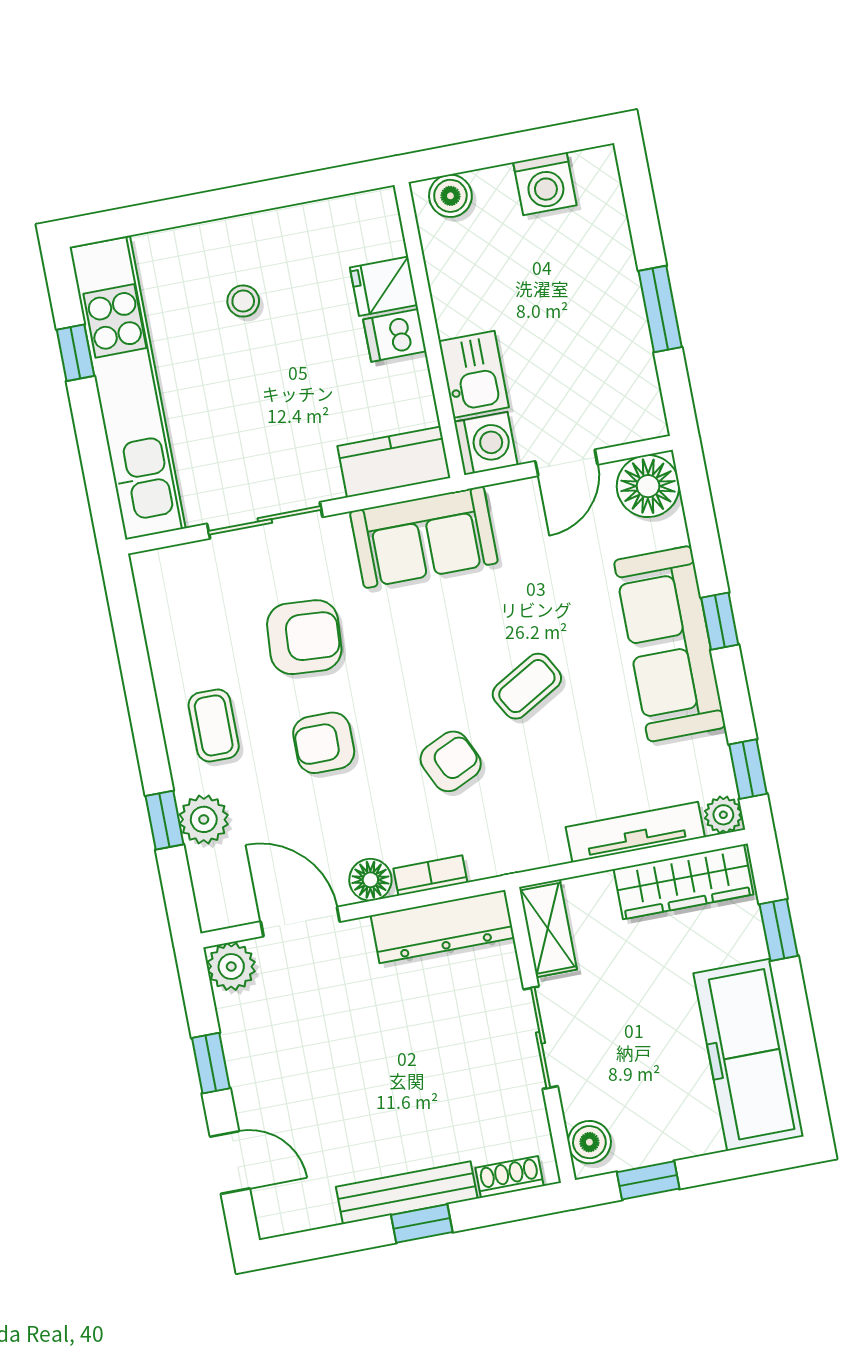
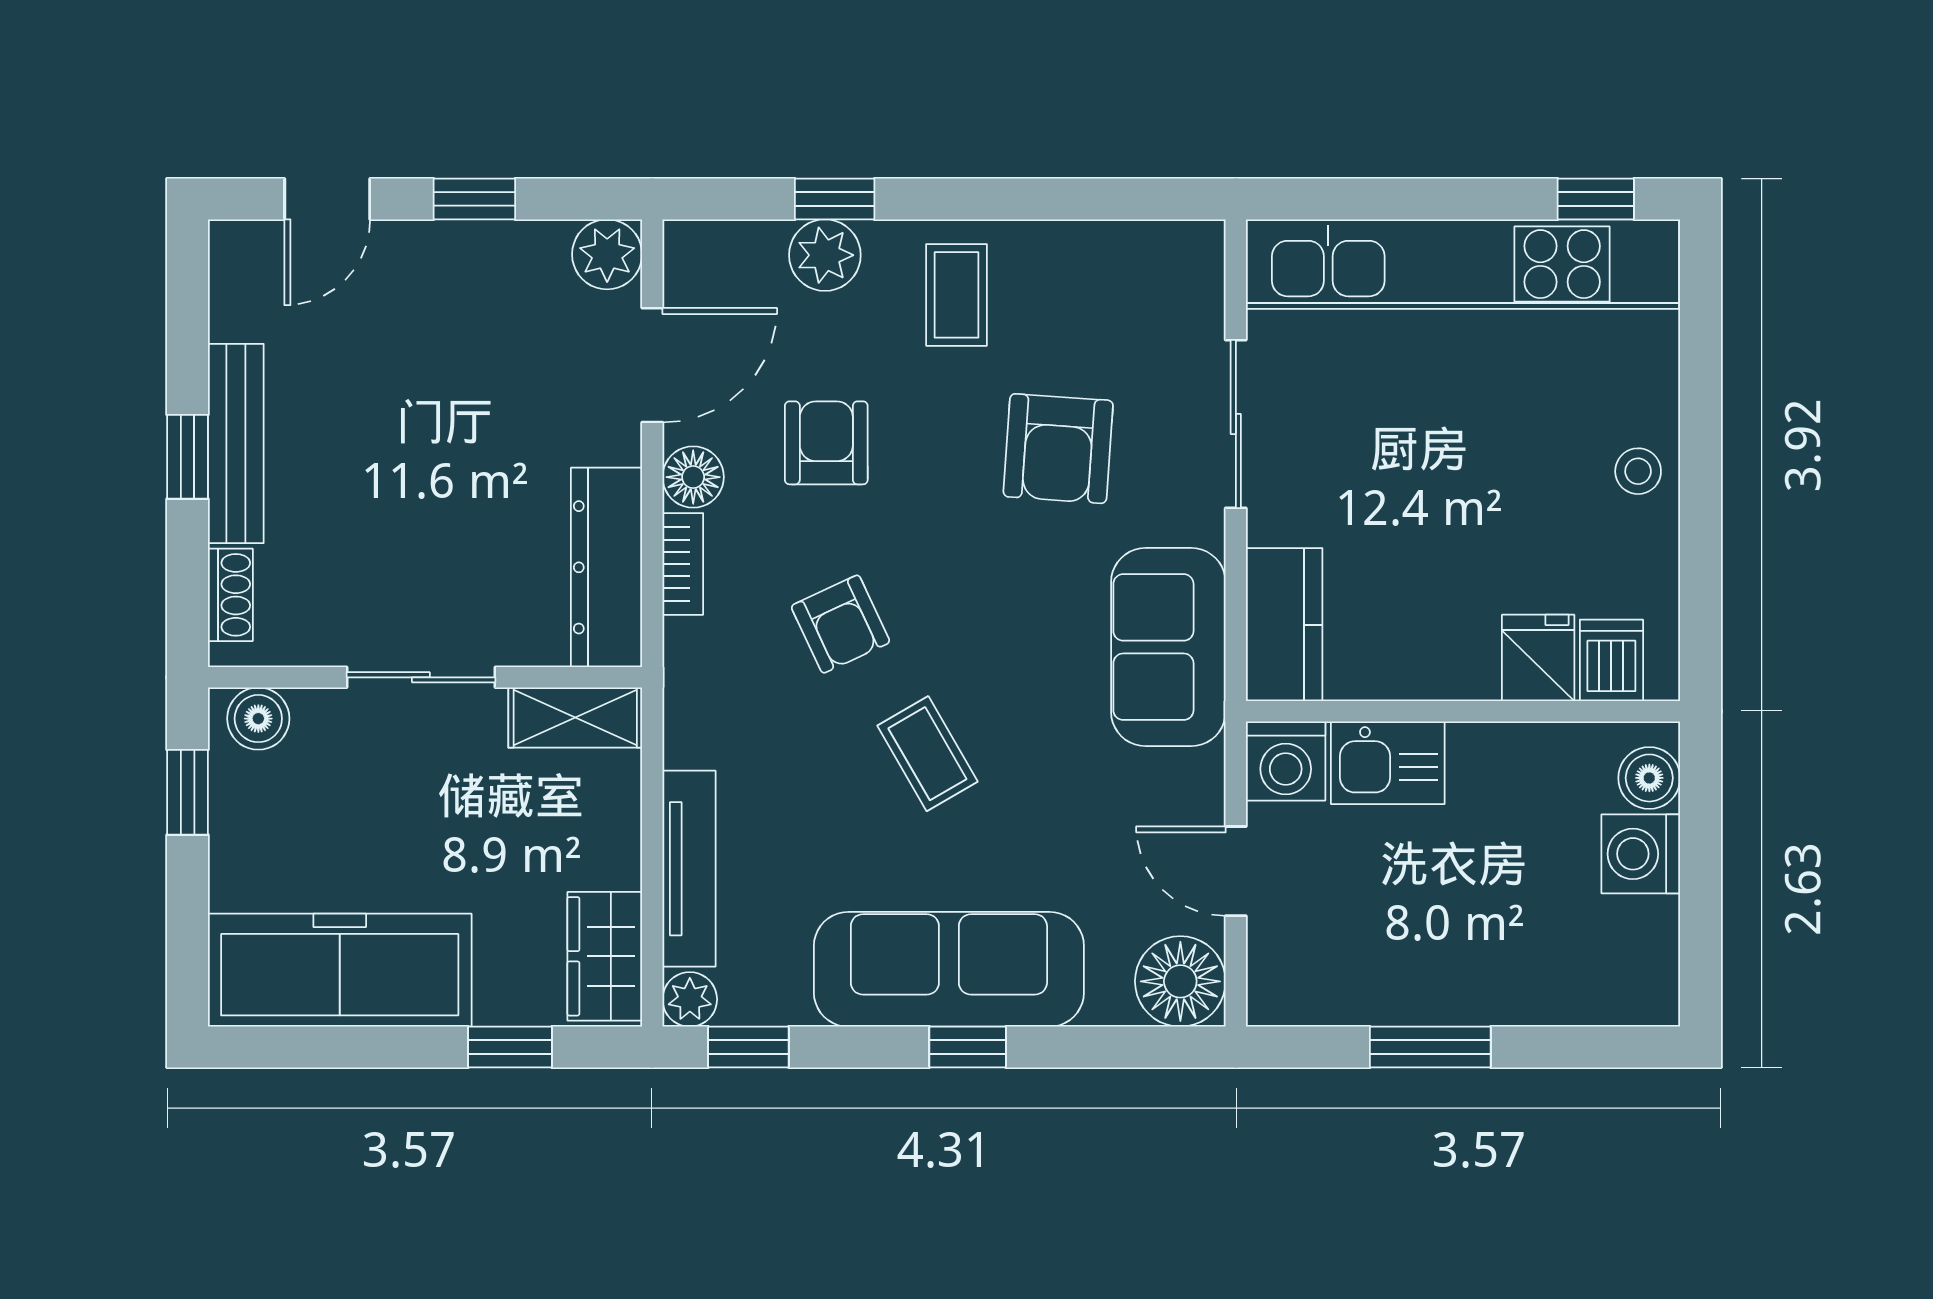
washing machine: (545, 184) -> (1641, 854), moved
stool: (243, 301) -> (1638, 471), moved
dishwasher: (395, 335) -> (1611, 660), moved
window: (75, 353) -> (1596, 199), moved
coffee table: (214, 725) -> (957, 295), turned 90
armchair: (324, 743) -> (826, 443), moved
wardrobe: (683, 882) -> (605, 956), width x0.67

